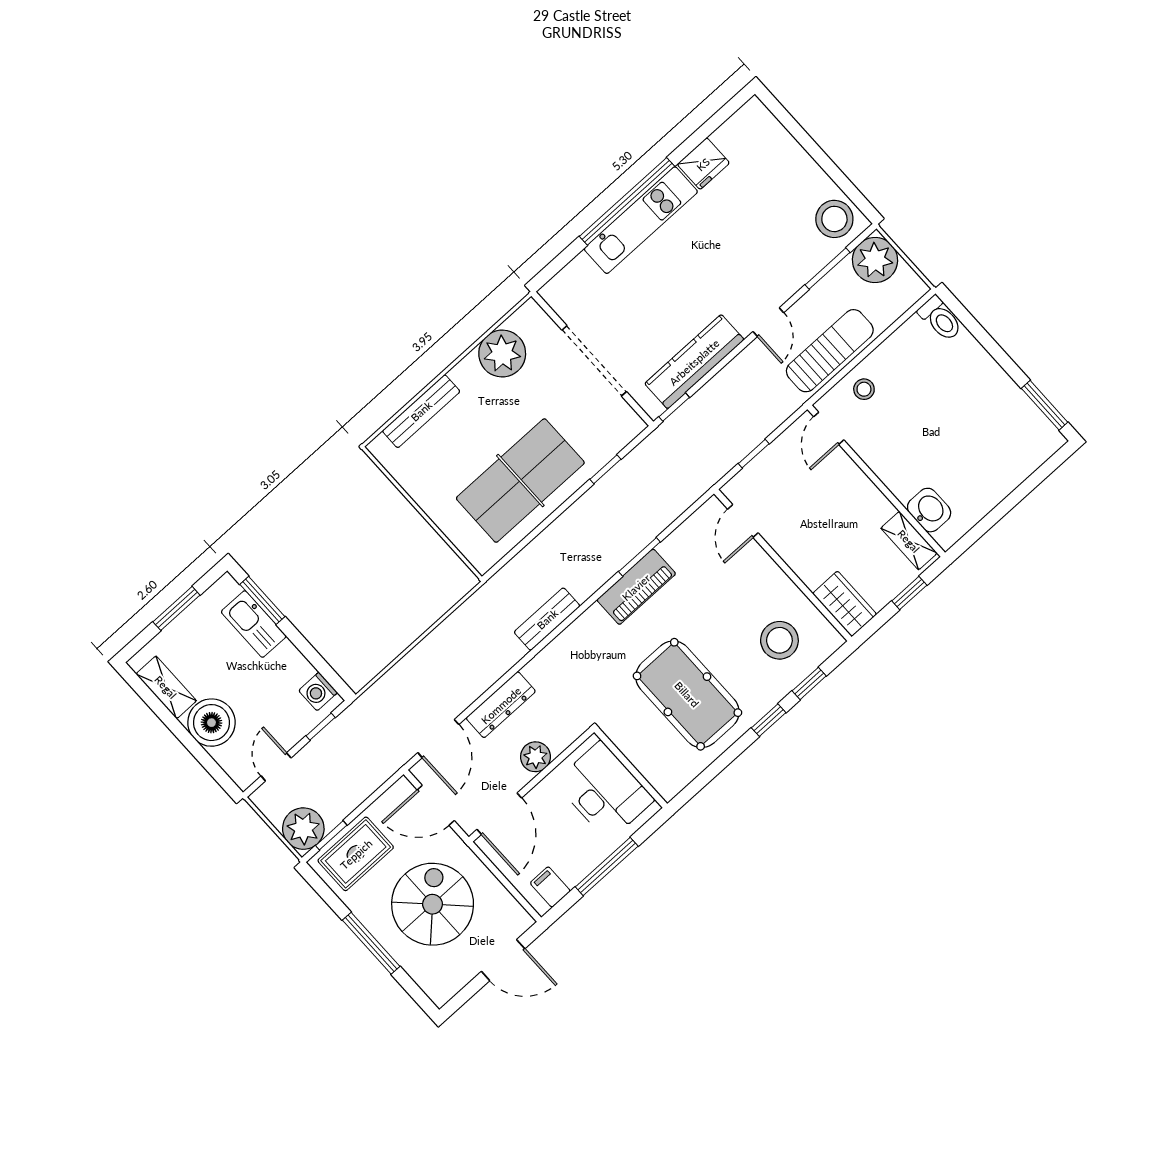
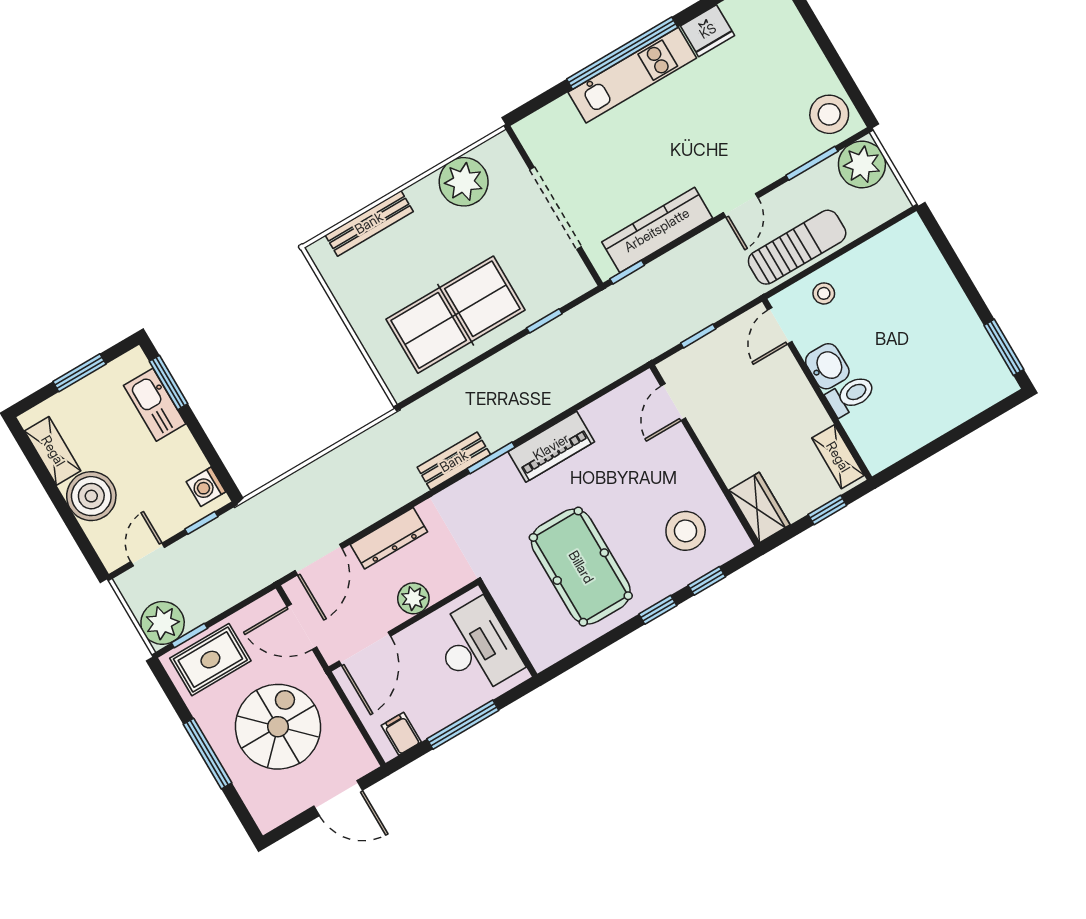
toilet: (940, 319) -> (851, 395), moved, turned -90
washbasin: (929, 510) -> (827, 366), moved
window: (639, 557) -> (491, 458), moved

